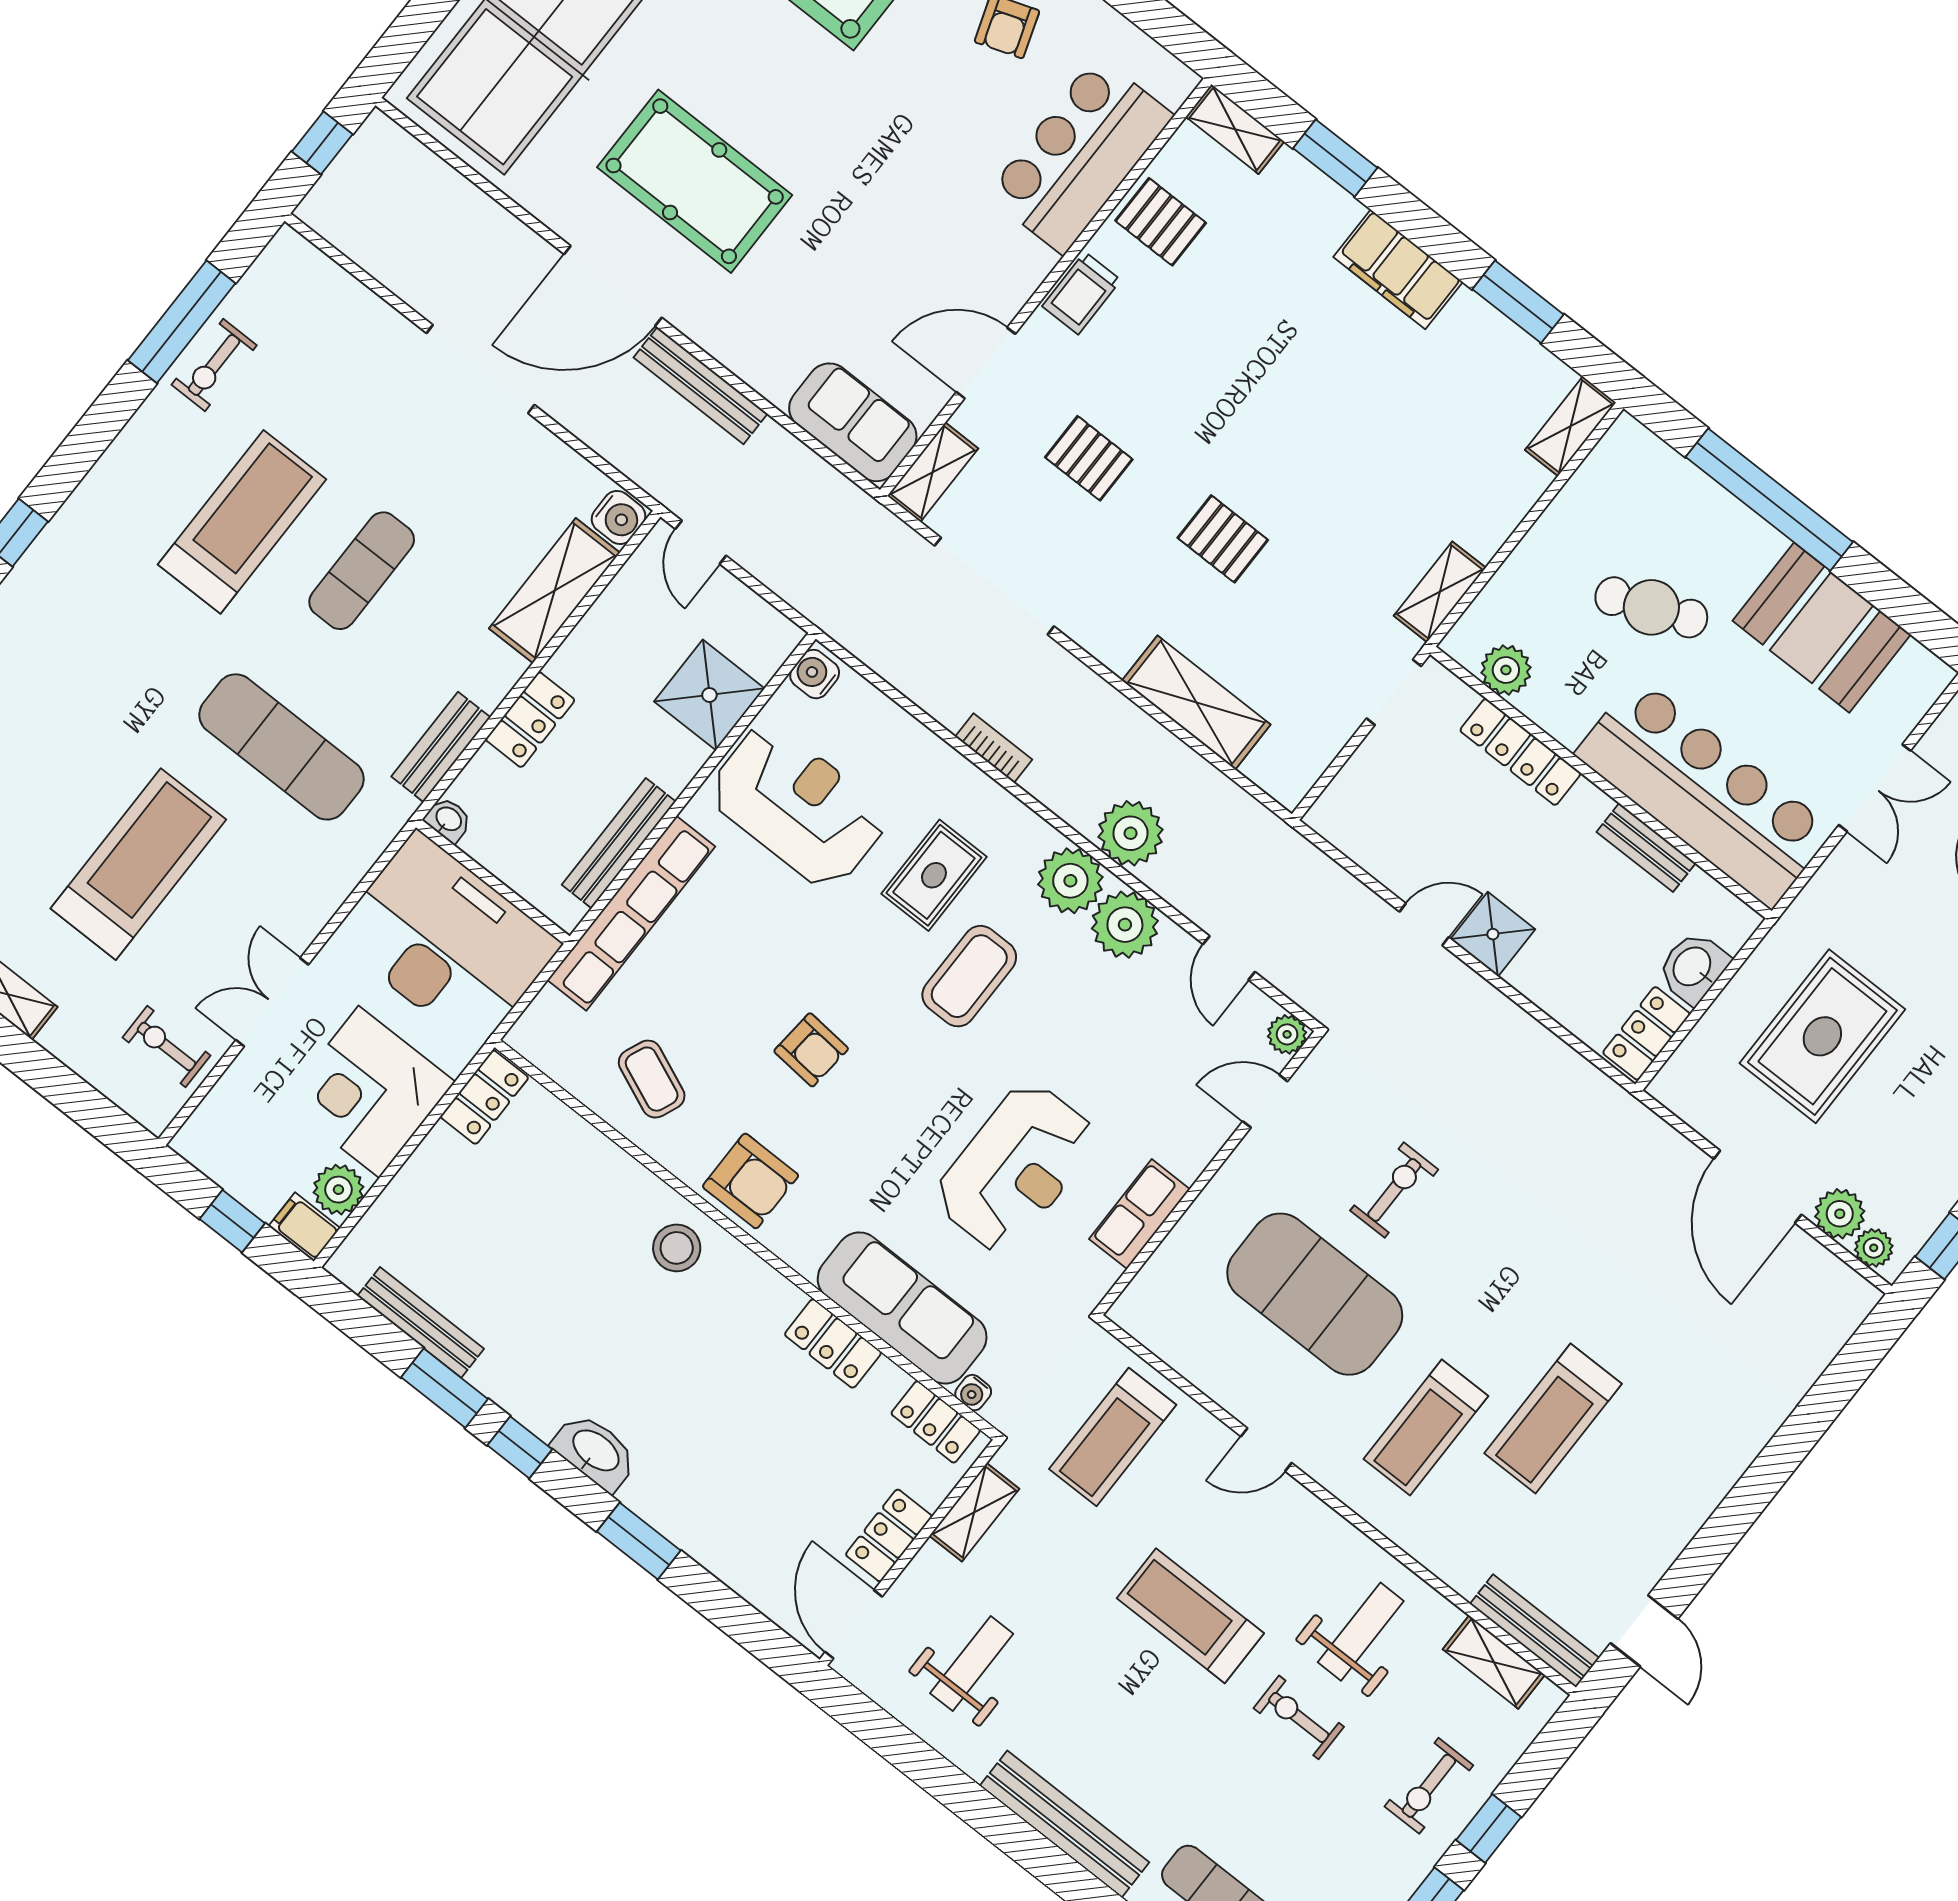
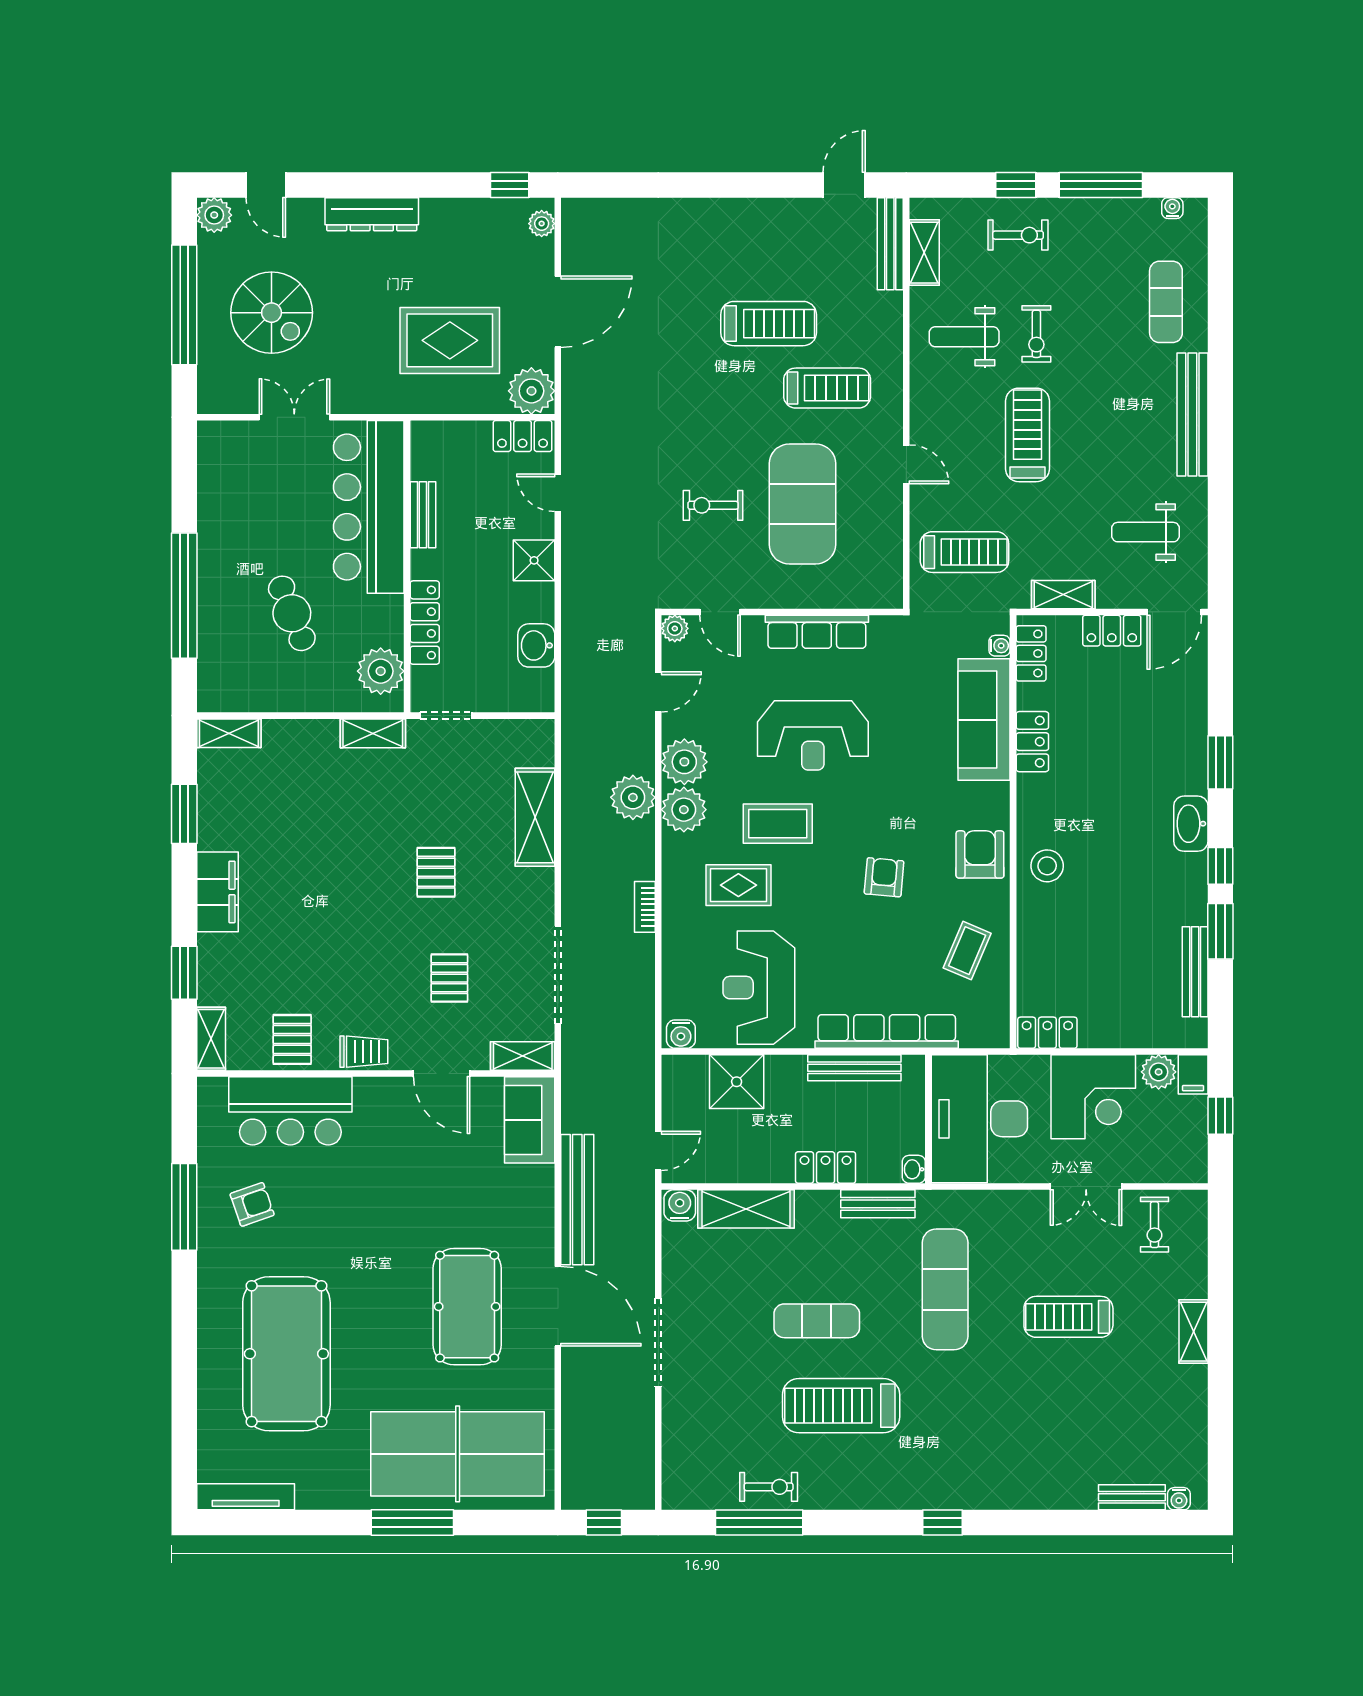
bench: (700, 386) -> (577, 1200), width x1.37, depth x1.21
booth: (1822, 628) -> (231, 513), removed
plant: (1506, 670) -> (381, 671), width x1.36, depth x1.36
treadmill: (138, 864) -> (1068, 1317), width x0.73, depth x0.73
door: (1424, 924) -> (558, 493), moved
washbasin: (1693, 967) -> (536, 645), moved, turned 90
reception desk: (1016, 1167) -> (813, 735), moved, turned 180
row of seats: (1140, 1214) -> (817, 632), width x1.48
plant: (1840, 1214) -> (531, 391), moved, width x1.36, depth x1.36
treadmill: (1190, 1616) -> (1027, 435), turned 180

